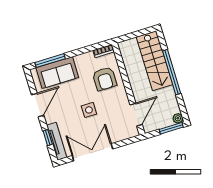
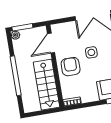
stairs: (154, 61) -> (46, 85), moved, turned 180
armchair: (105, 79) -> (71, 67), moved

